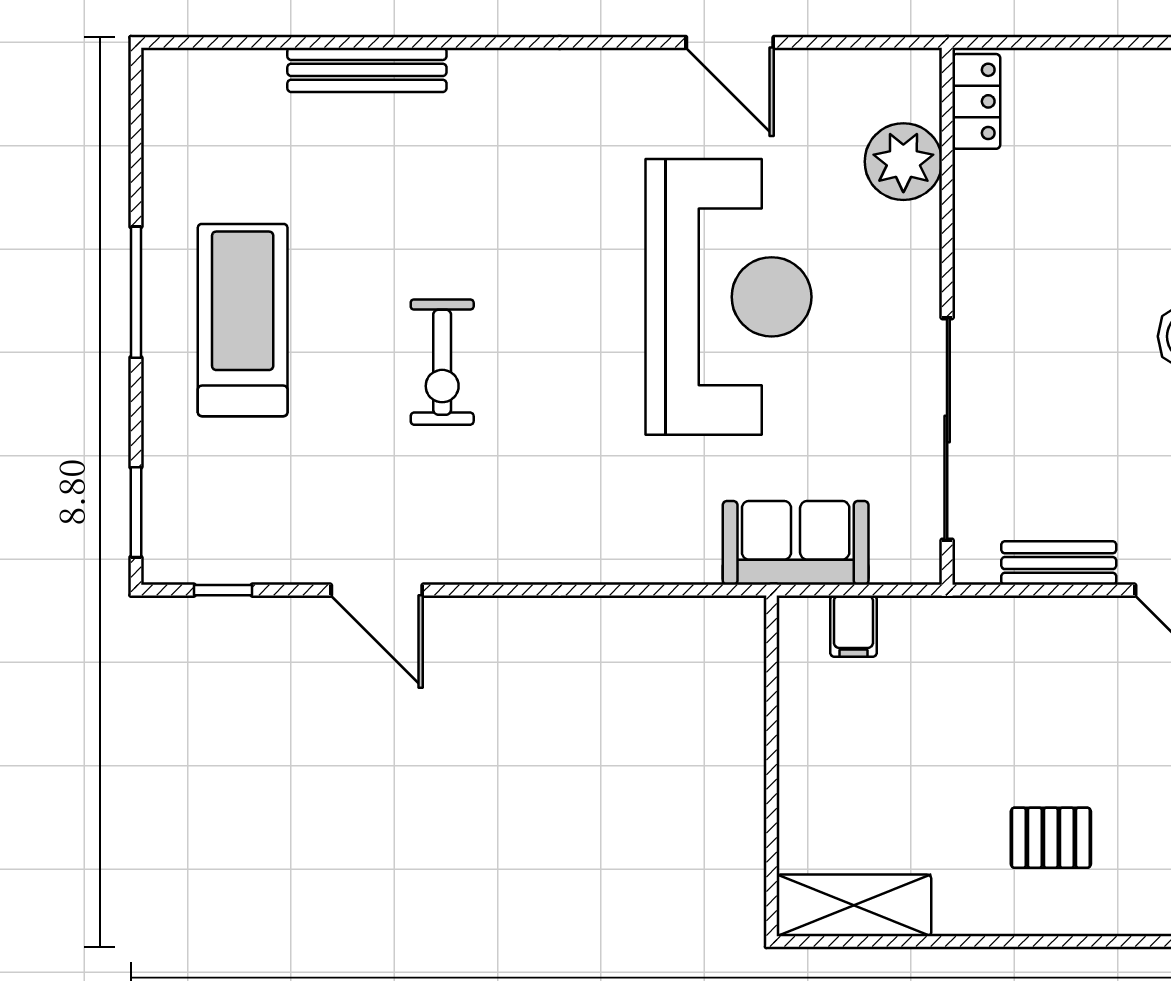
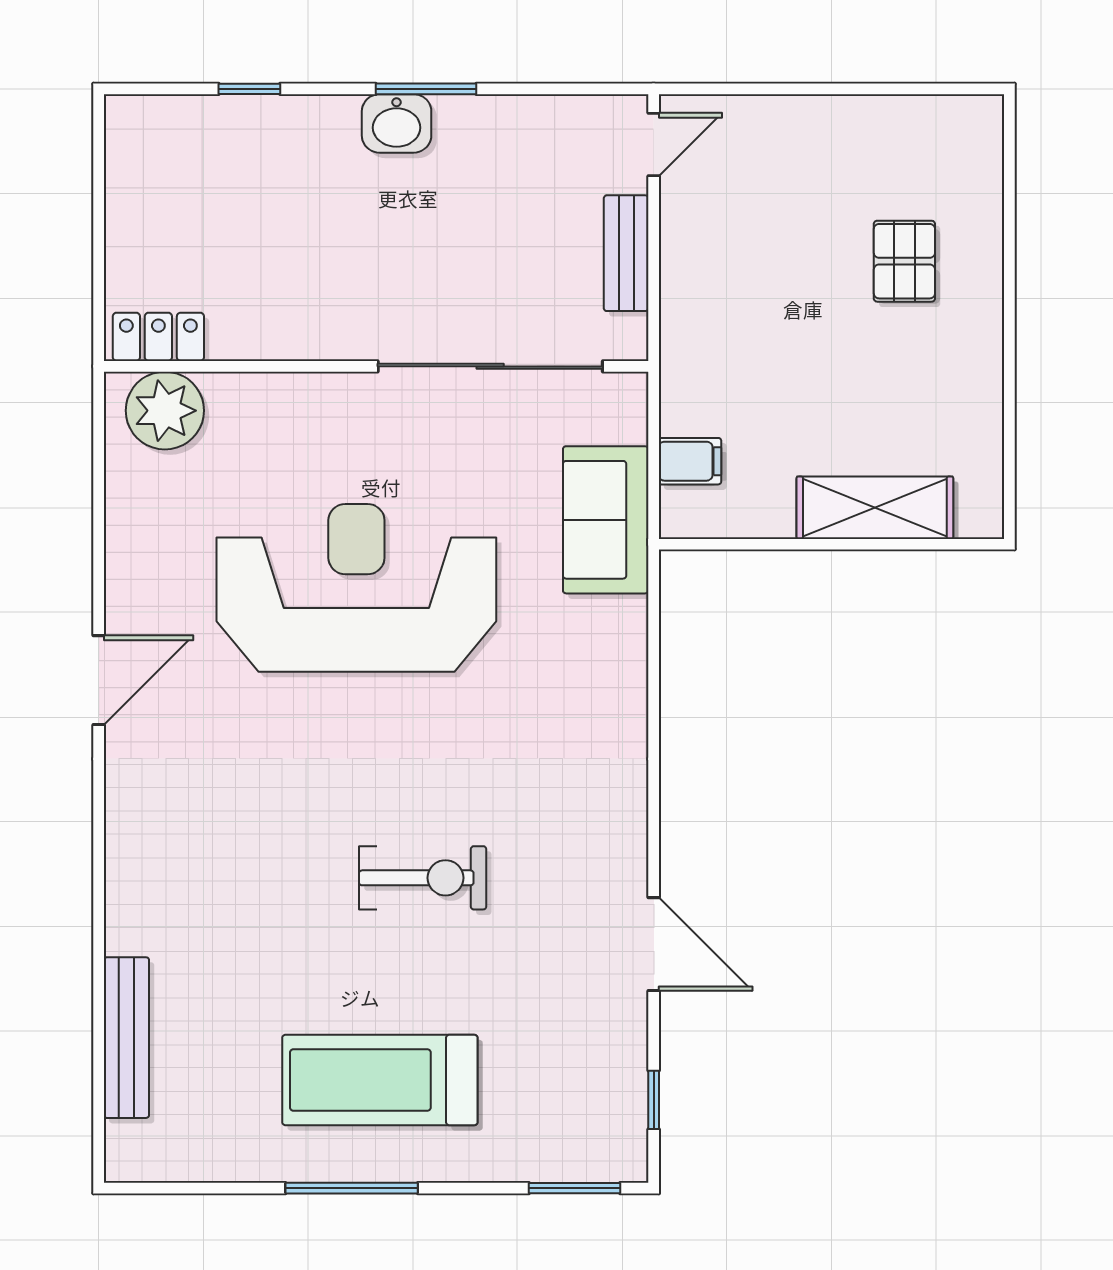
door: (730, 42) -> (99, 680), moved
bench: (367, 70) -> (126, 1038), moved
plant: (903, 162) -> (165, 411), moved
door: (377, 590) -> (654, 944), hinge flipped
shelving: (854, 905) -> (875, 508), moved, turned 90

